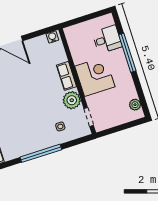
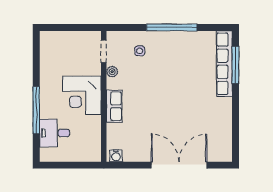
plant: (72, 100) -> (112, 72), width x0.53, depth x0.53
plant: (135, 105) -> (47, 48), removed

